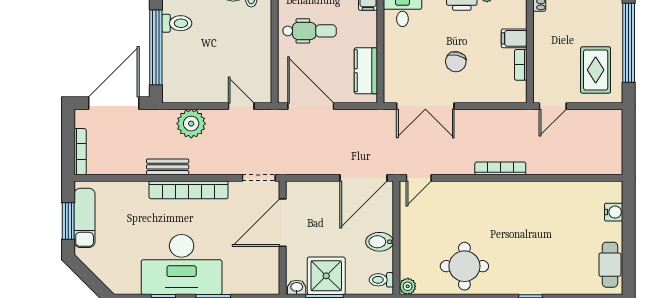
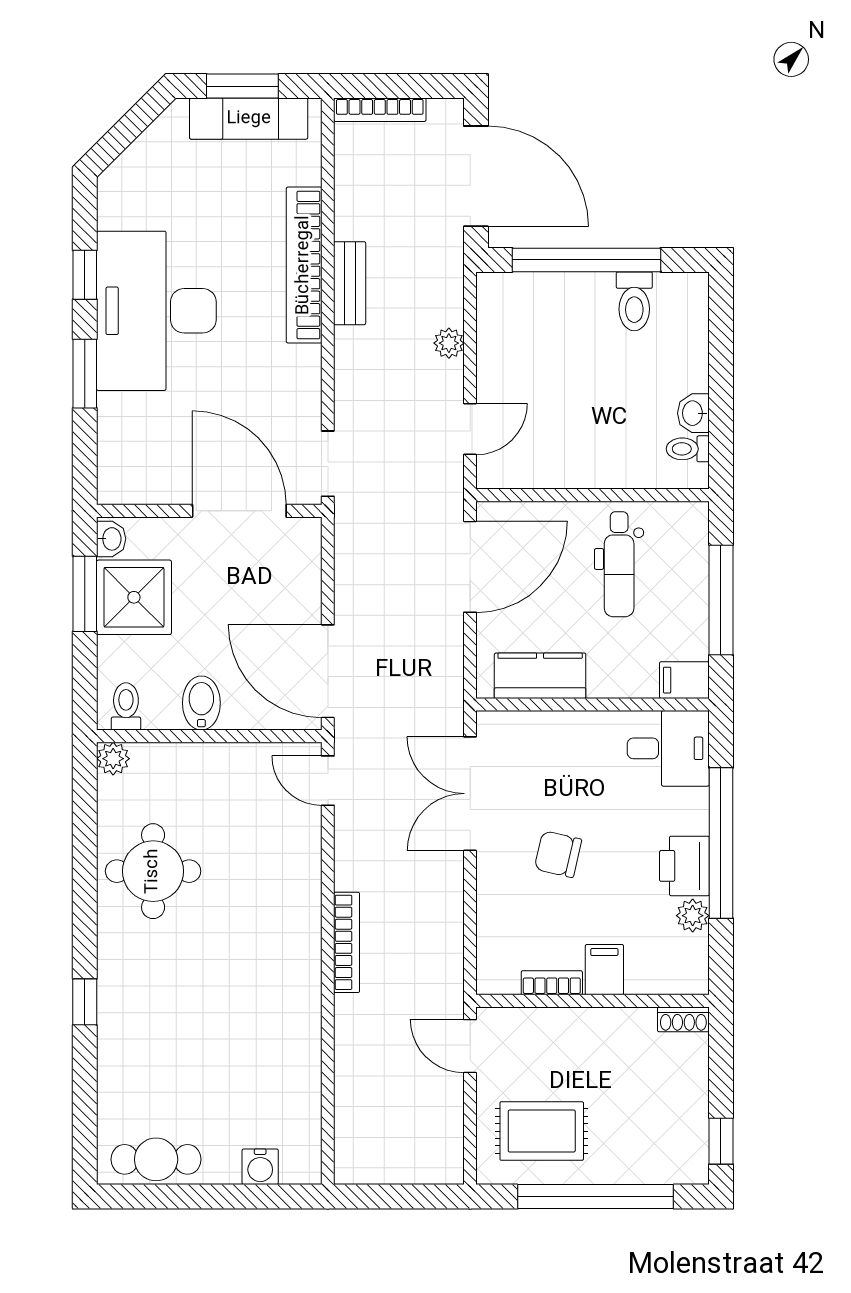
plant: (191, 124) -> (449, 343), width x0.53, depth x0.53
bookcase: (189, 190) -> (304, 265), moved

